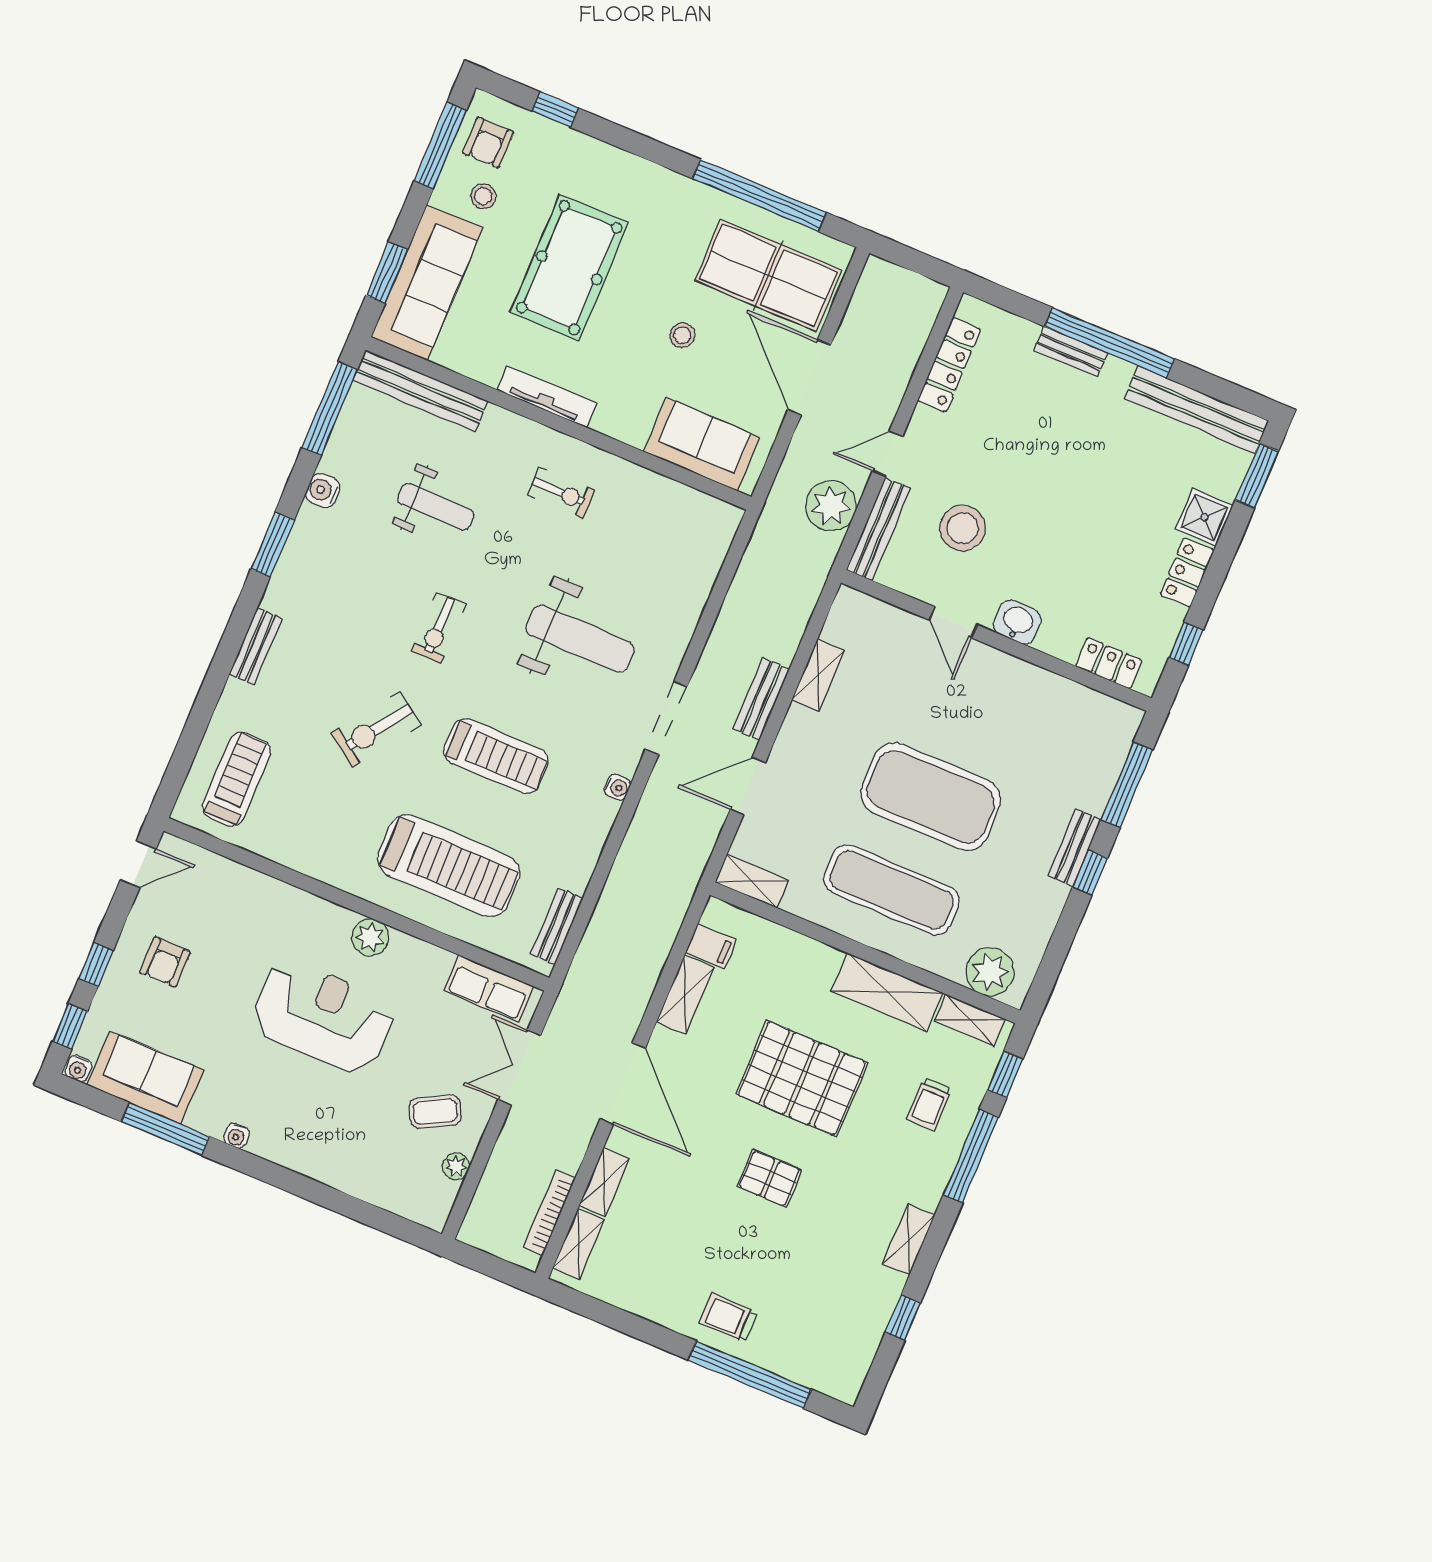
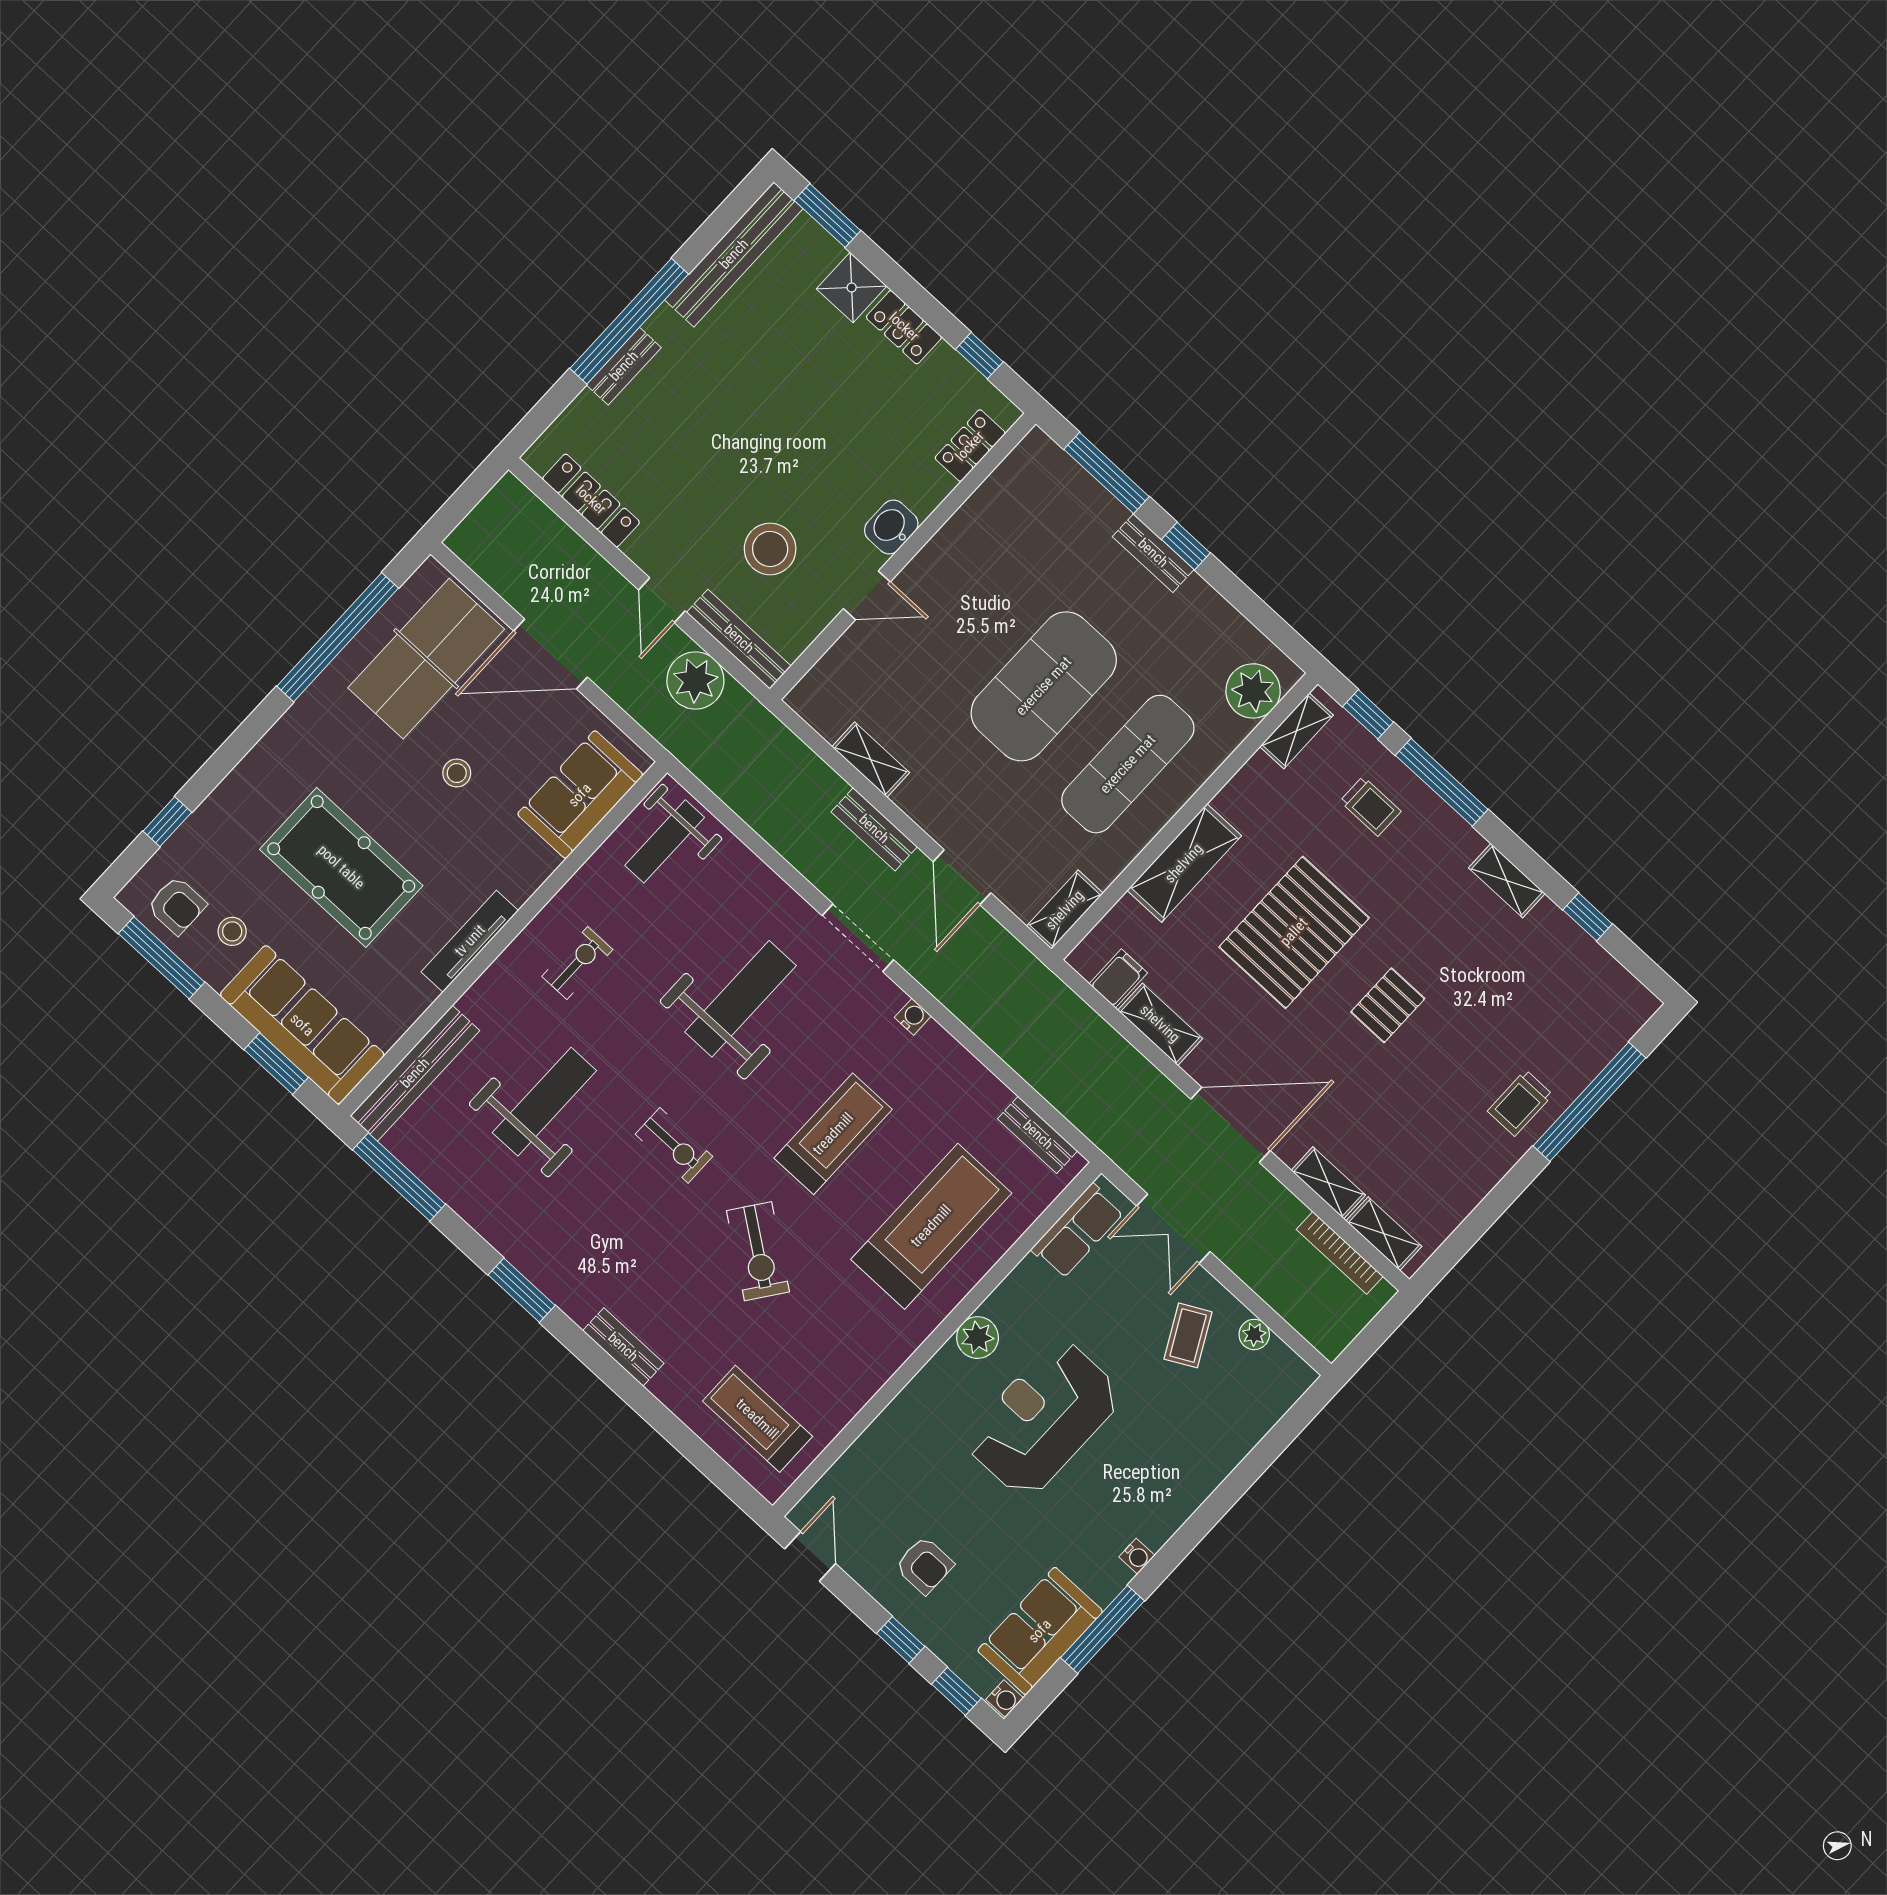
water cooler: (323, 490) -> (483, 1216), removed
weight bench: (436, 507) -> (544, 1102), width x1.36, depth x1.33
weight bench: (688, 528) -> (665, 841), added
shelving: (887, 992) -> (1184, 863), moved

